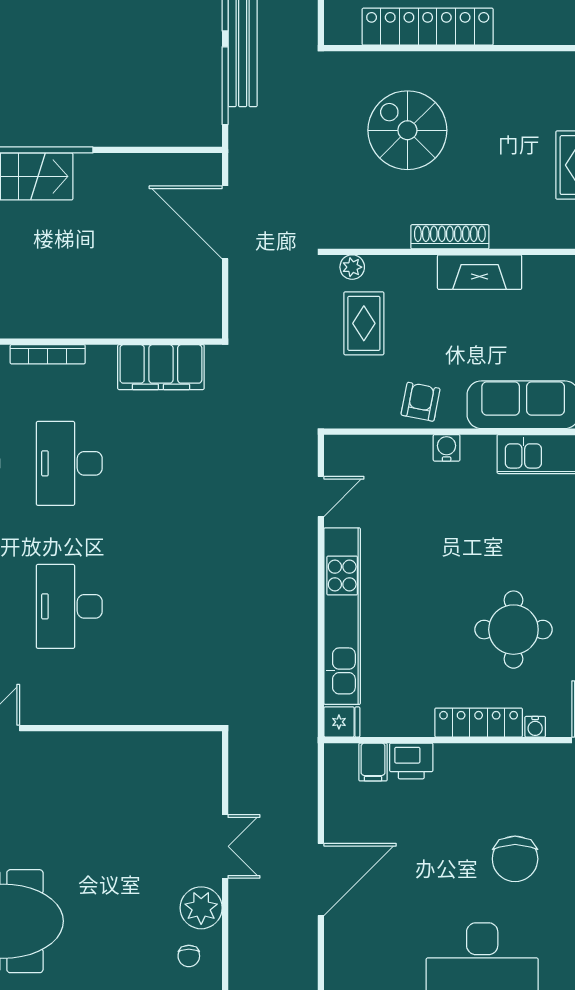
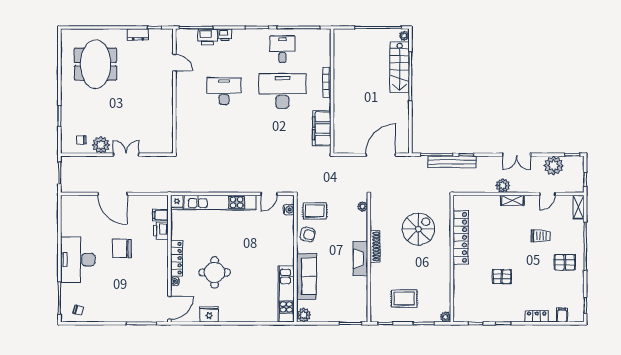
rug: (364, 323) -> (315, 211), moved
water cooler: (447, 448) -> (289, 210), moved
desk: (69, 463) -> (282, 91), width x1.36, depth x1.30
door: (321, 496) -> (269, 194), hinge flipped
double door: (225, 846) -> (126, 155), swing flipped
chair: (515, 859) -> (122, 248), moved

